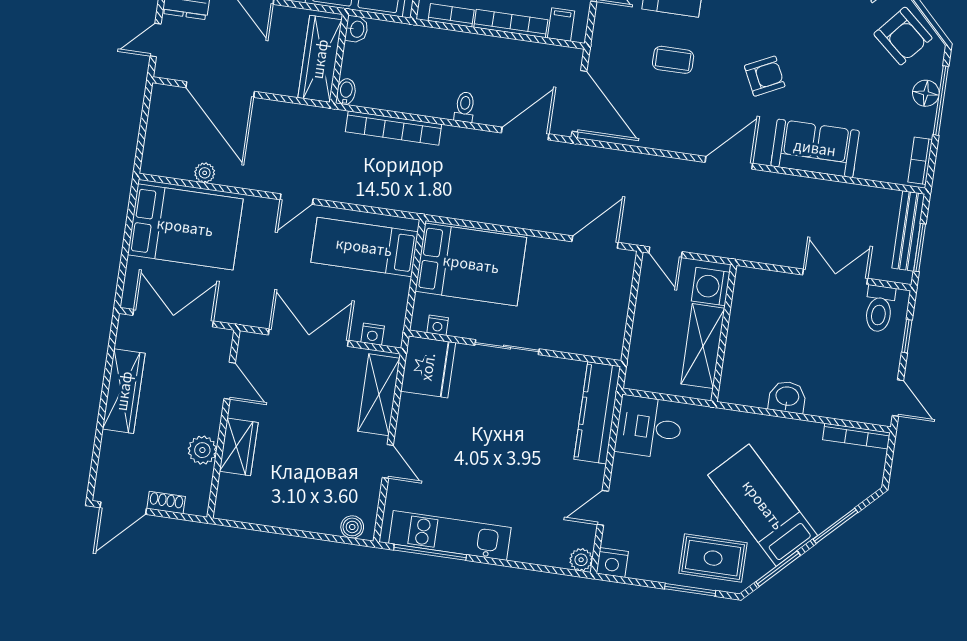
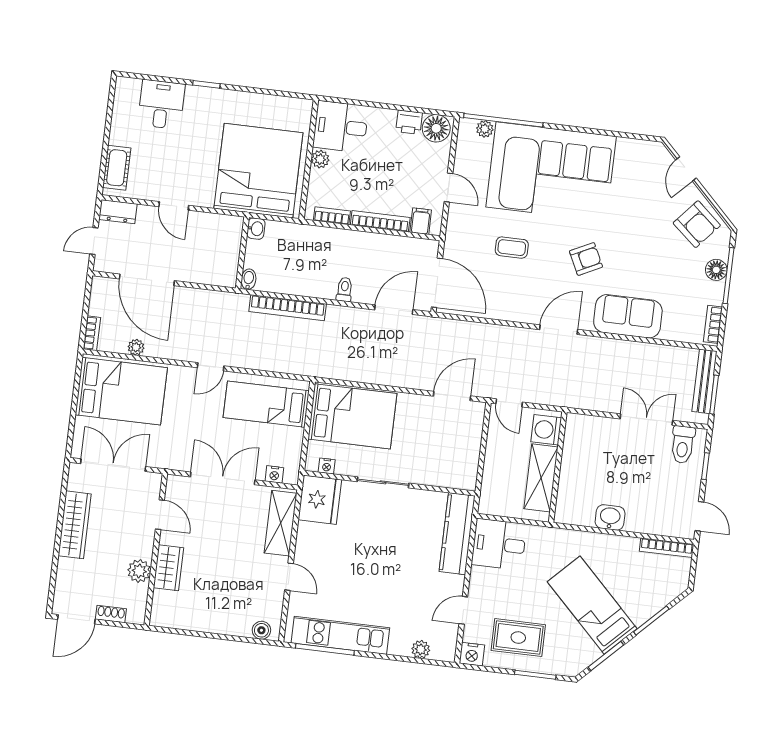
wardrobe: (320, 59) -> (227, 253), removed
bookcase: (150, 154) -> (92, 333), added
rug: (713, 558) -> (518, 638), moved
plant: (581, 560) -> (421, 649), moved

